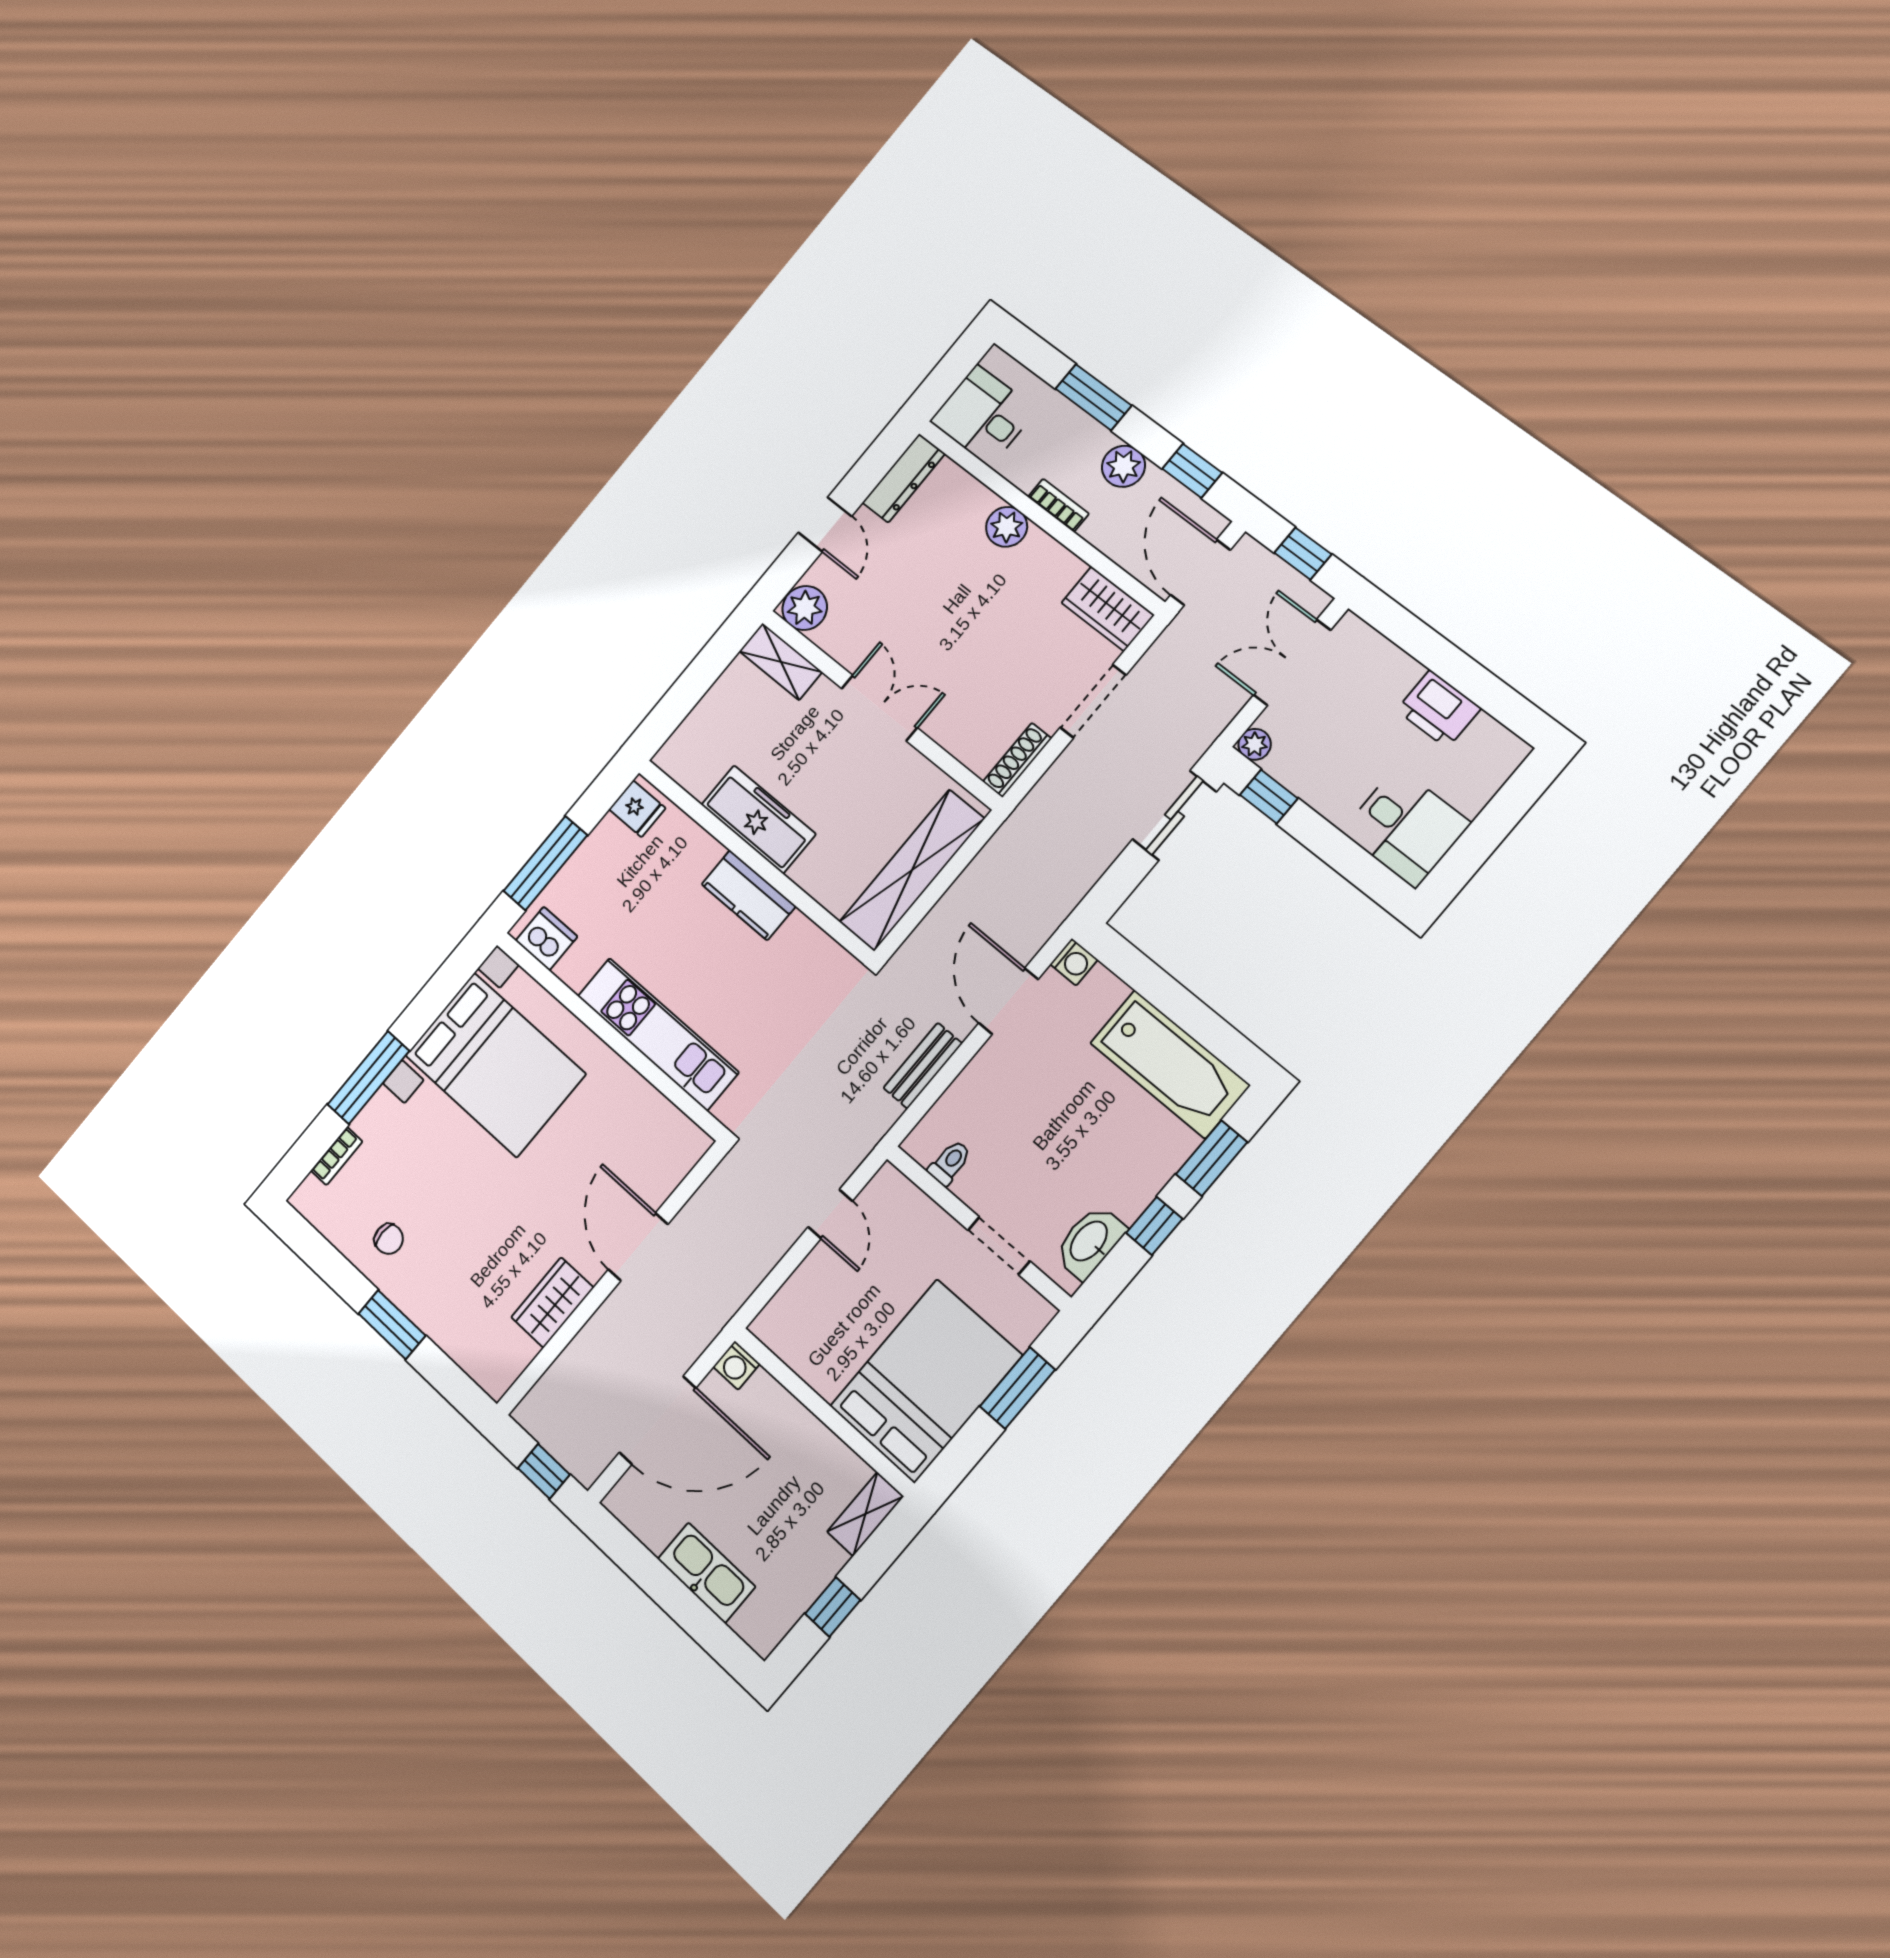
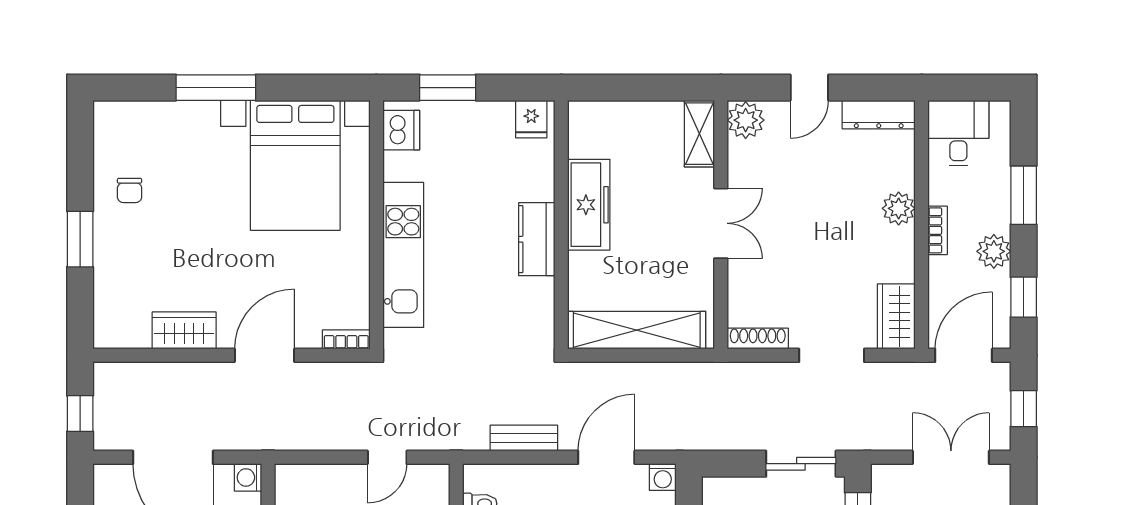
plant: (1255, 744) -> (883, 476), removed
window: (545, 863) -> (448, 88), width x0.69
bookcase: (337, 1156) -> (346, 339), moved, turned 180

